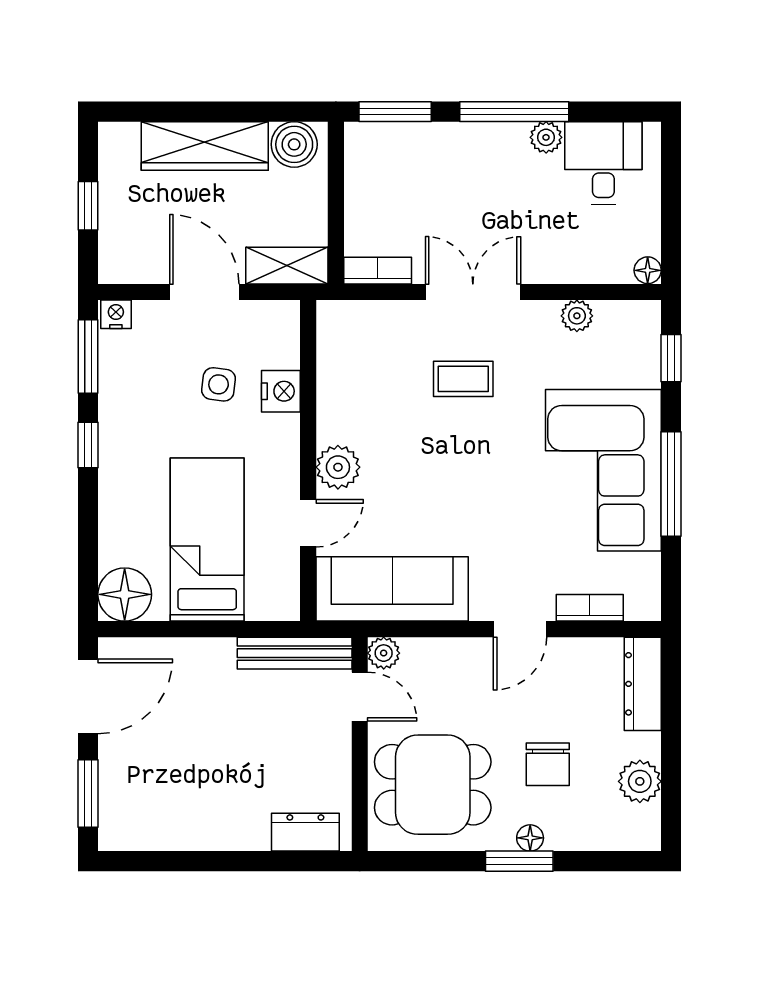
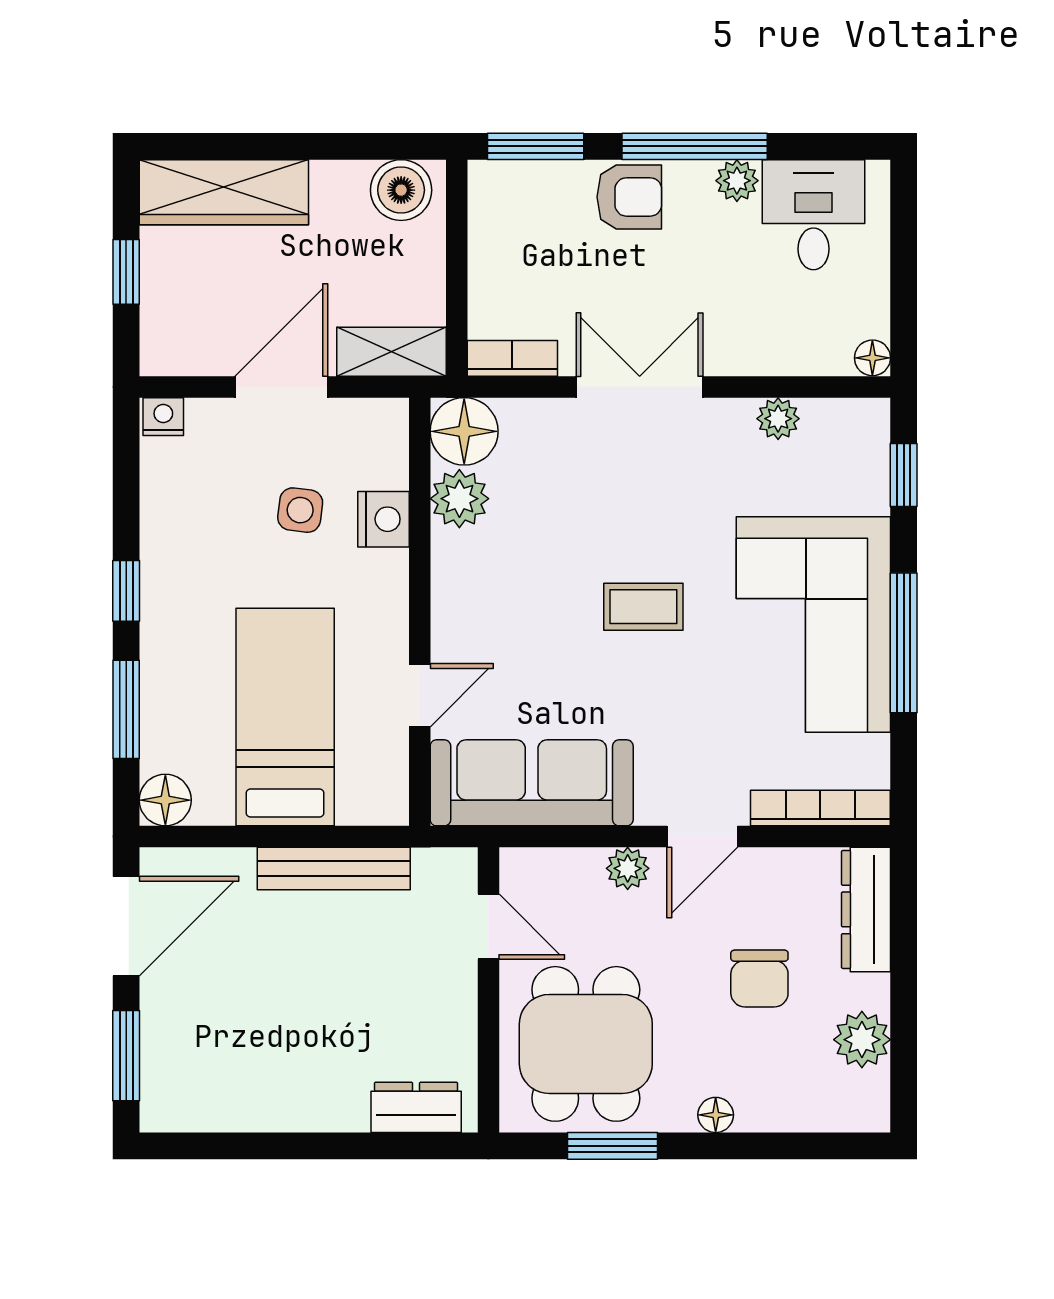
wardrobe: (205, 146) -> (224, 192), moved
armchair: (465, 150) -> (629, 197), added
door: (204, 292) -> (281, 387), hinge flipped
floor lamp: (341, 325) -> (464, 431), added
window: (88, 356) -> (126, 709), moved
coffee table: (463, 379) -> (643, 607), moved
plant: (338, 467) -> (459, 499), moved
floor lamp: (125, 594) -> (165, 800), width x0.73, depth x0.73
bookcase: (590, 608) -> (820, 808), width x1.56
bench: (295, 653) -> (334, 868), moved
plant: (384, 653) -> (628, 868), moved
chair: (548, 764) -> (759, 979), moved
dining table: (433, 785) -> (586, 1044), turned 90
window: (519, 861) -> (613, 1146), moved

